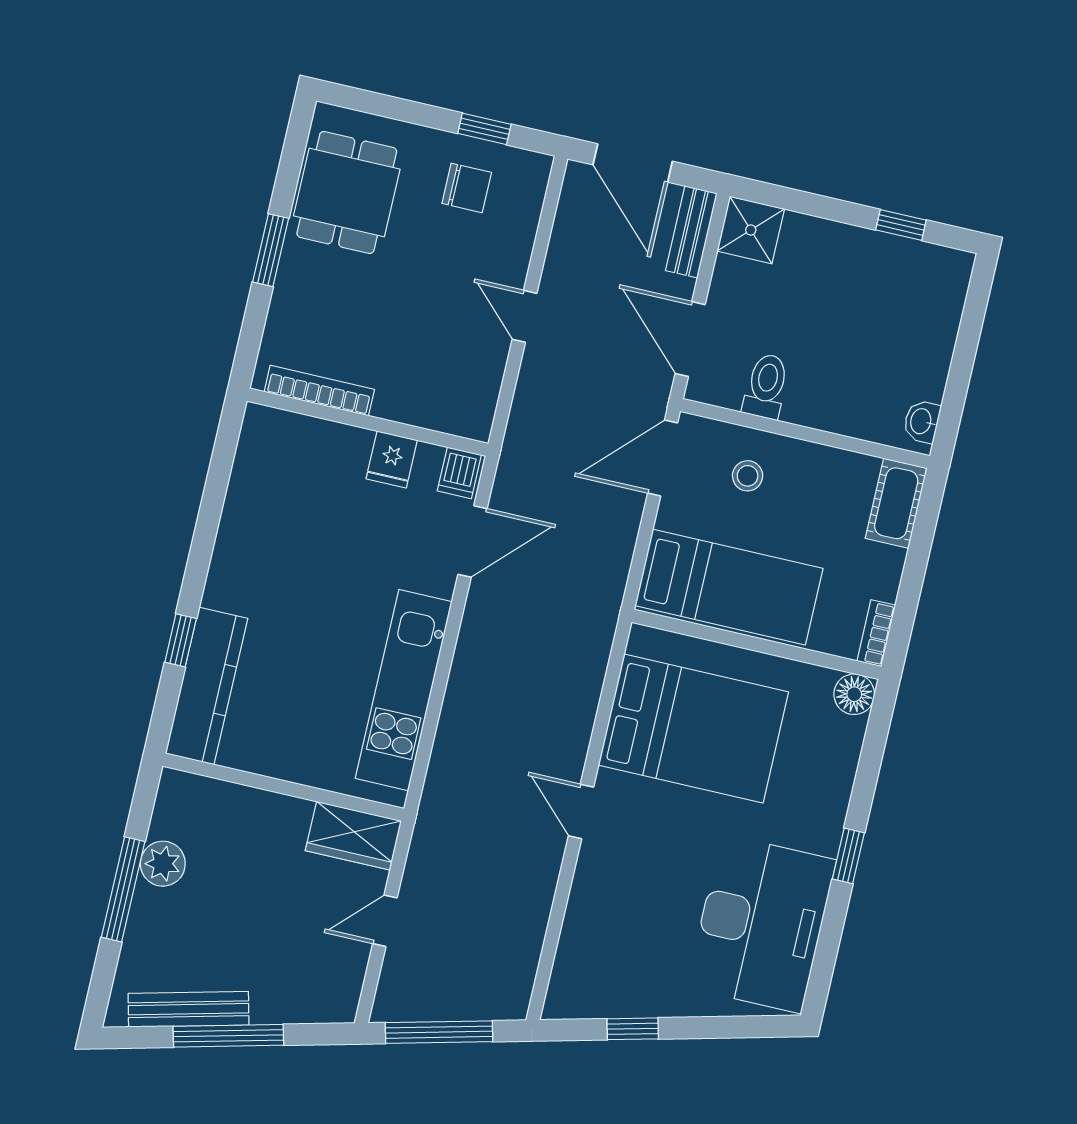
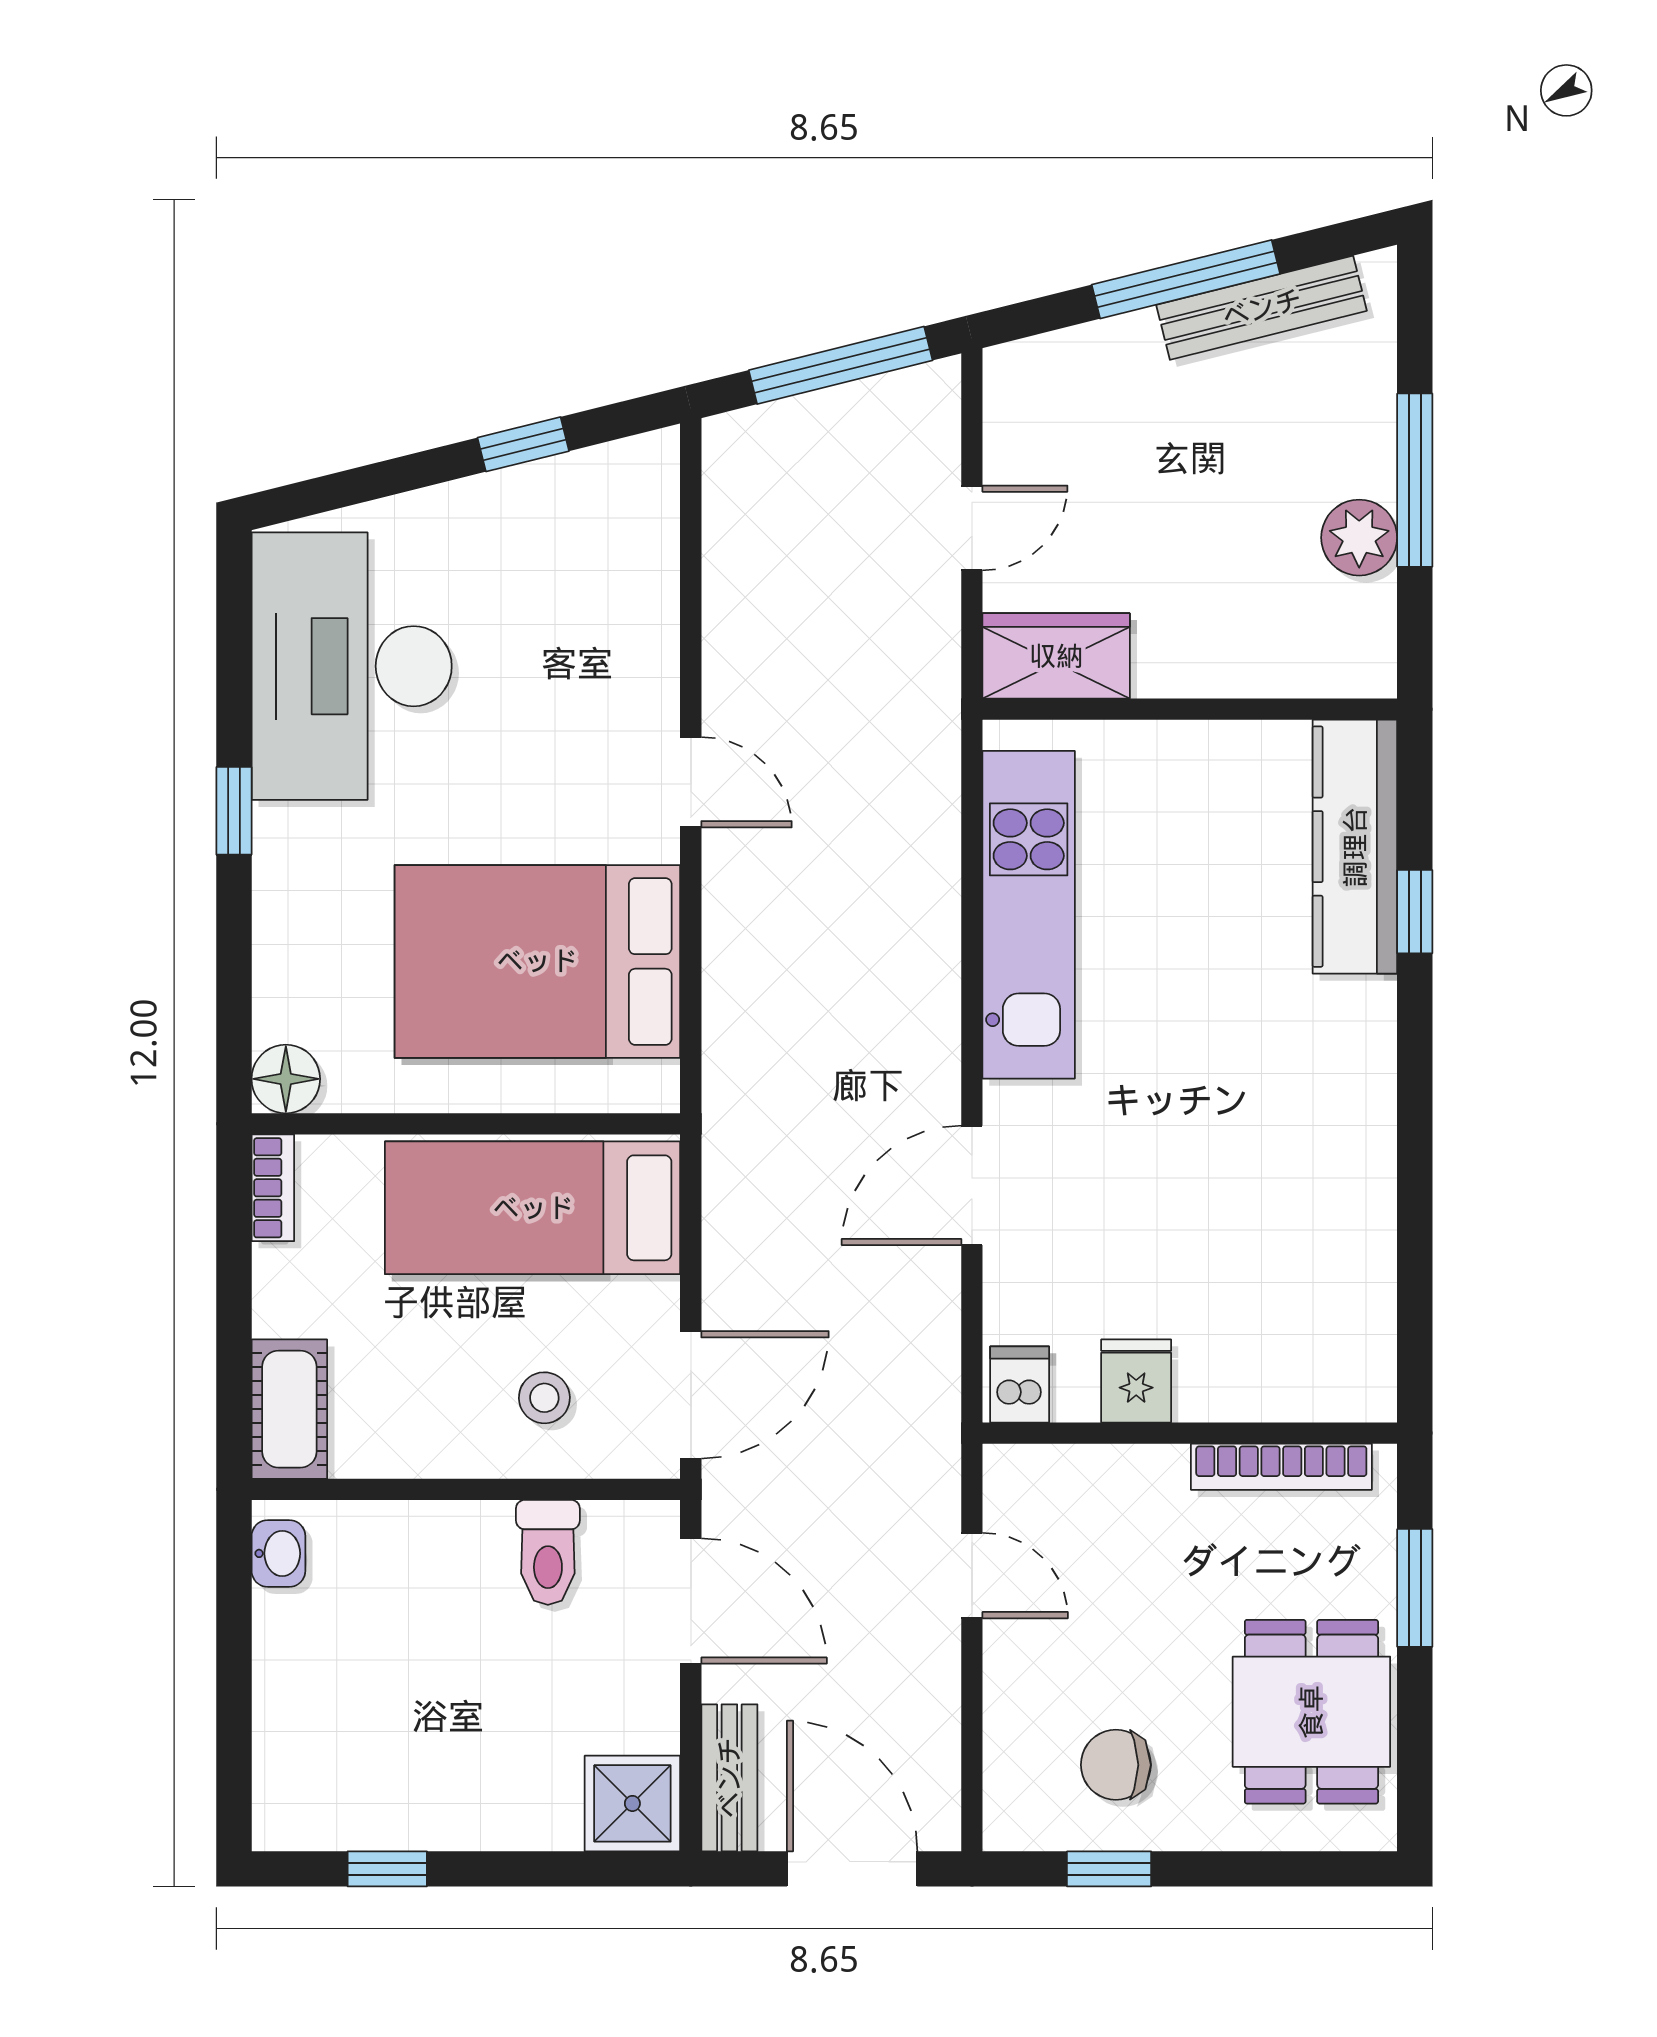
bookcase: (319, 391) -> (1281, 1467), moved
wall: (368, 422) -> (1190, 1433), moved
fridge: (392, 459) -> (1136, 1381), moved
dishwasher: (459, 473) -> (1020, 1384), moved

